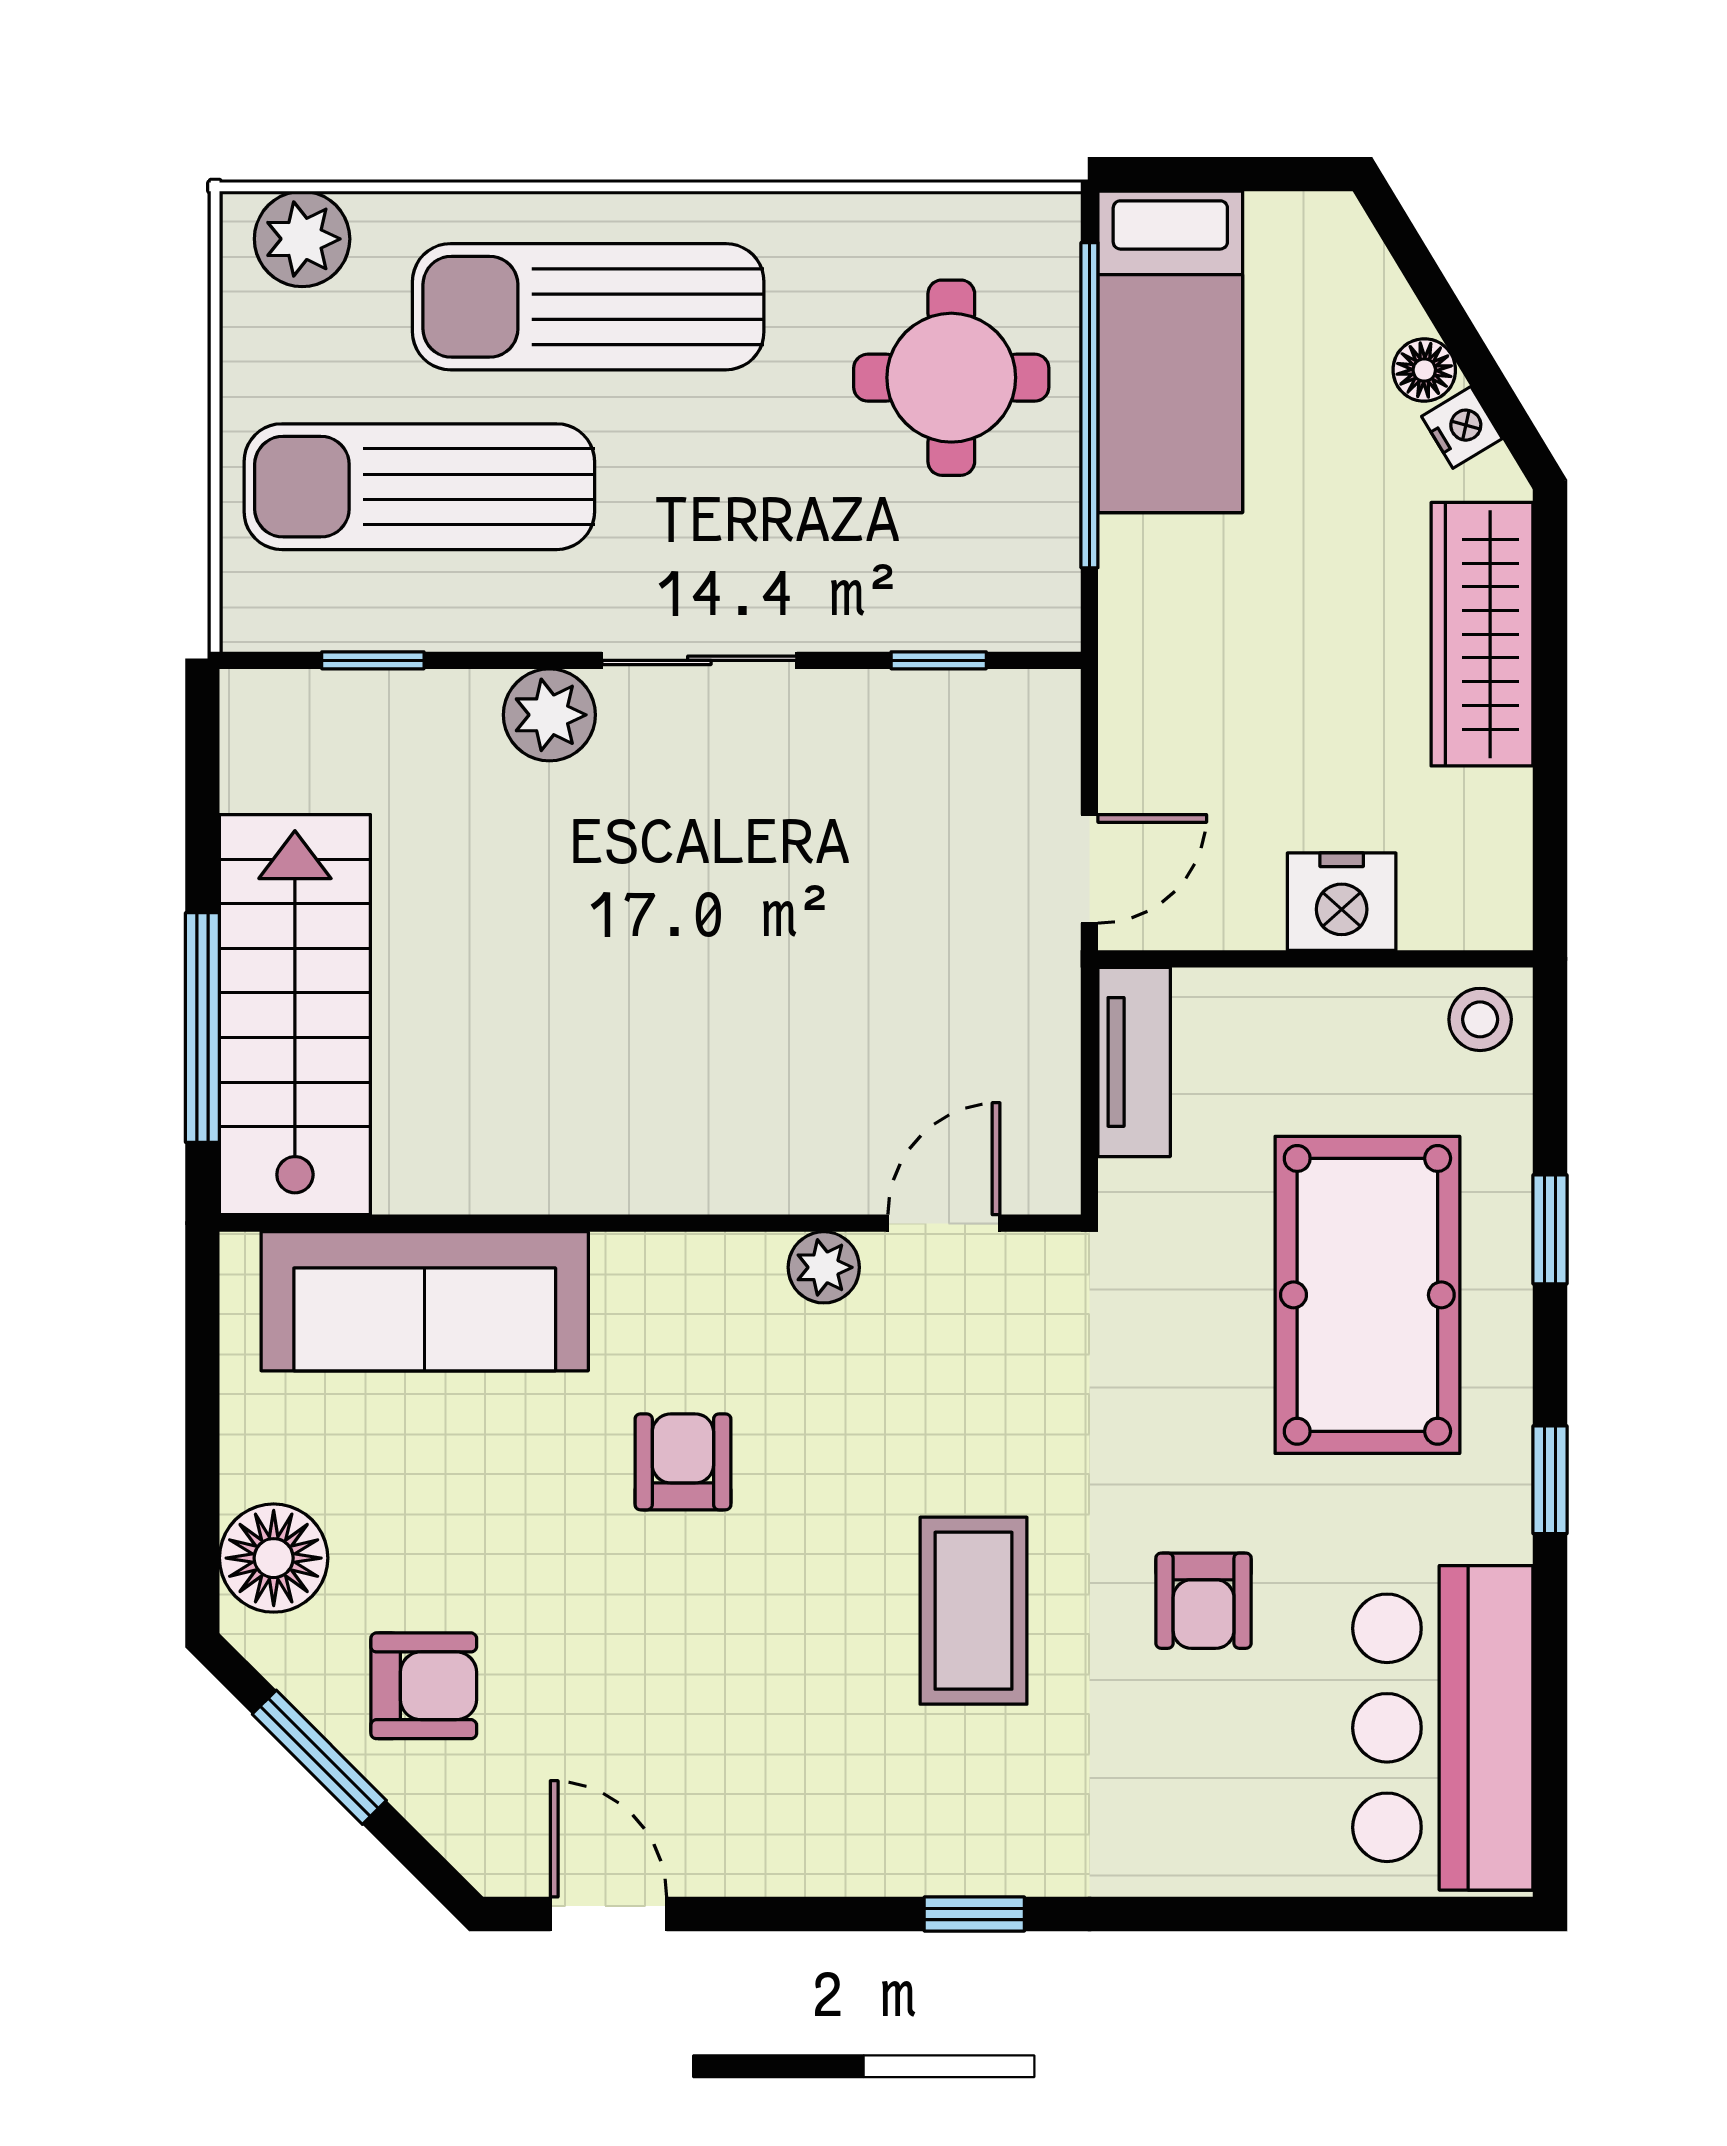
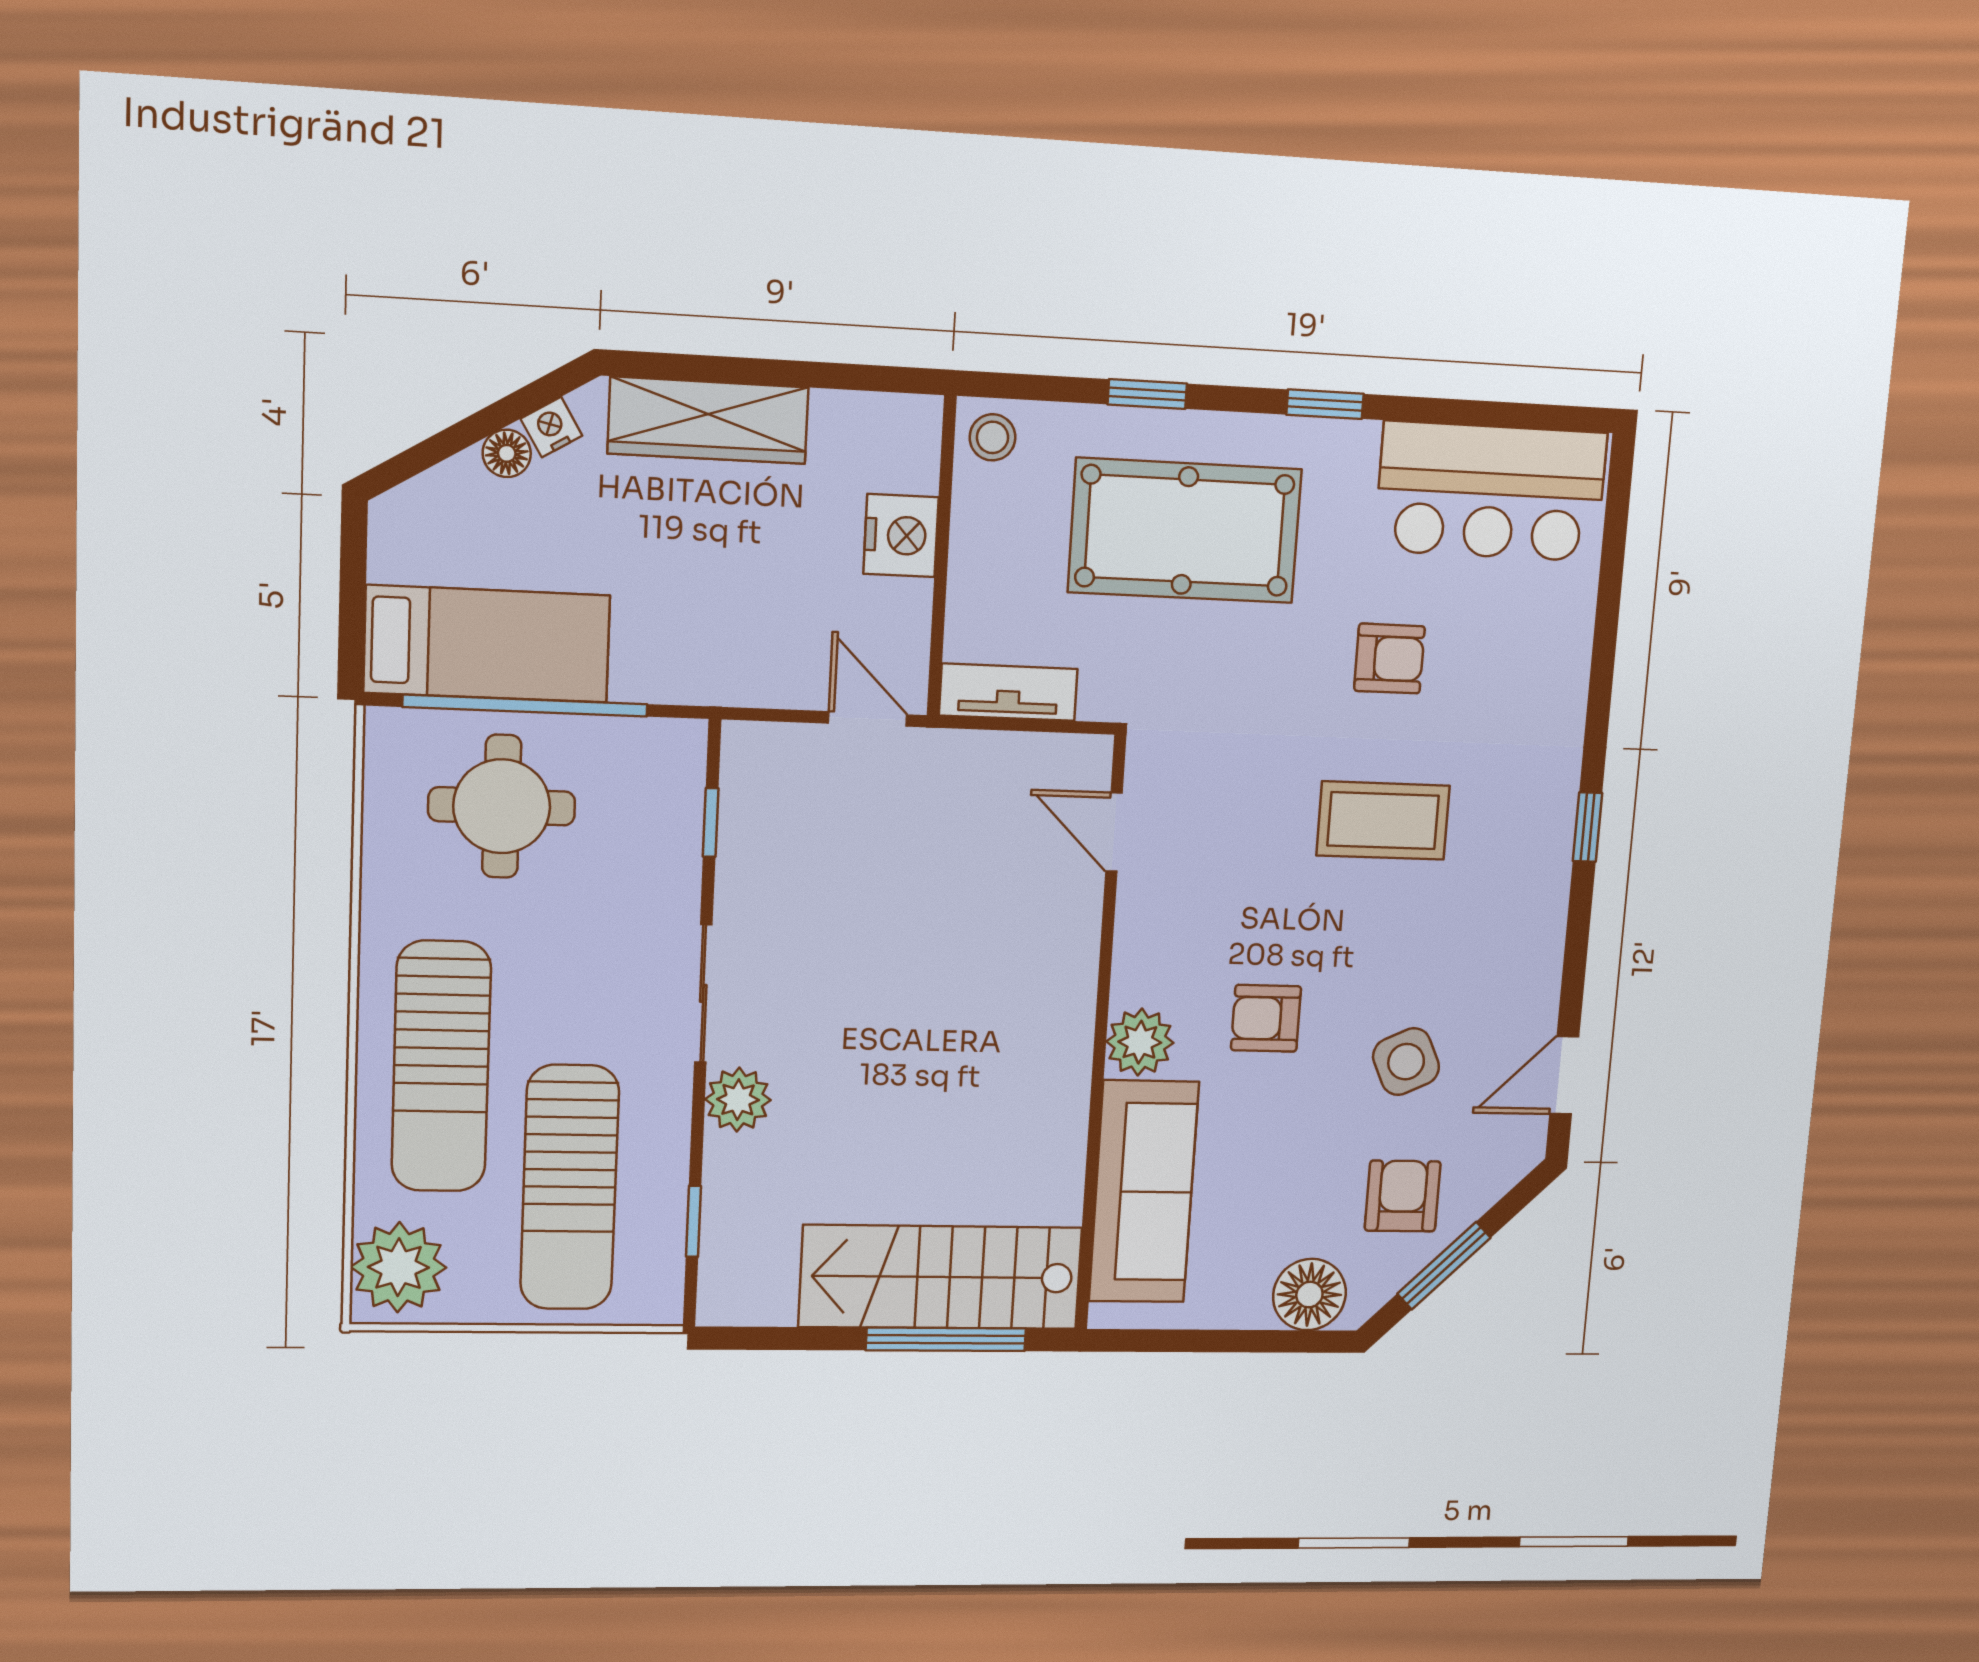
plant: (302, 239) -> (398, 1267), width x1.36, depth x1.36
plant: (824, 1267) -> (1140, 1042), moved, width x1.38, depth x1.38
side table: (624, 1674) -> (1406, 1062), added

